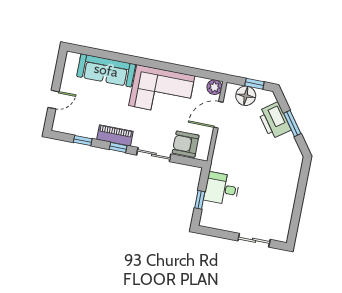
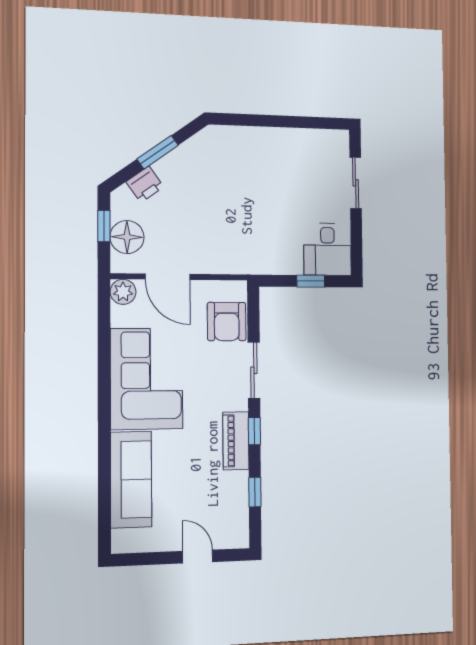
printer: (274, 120) -> (145, 184), width x0.53, depth x0.68
desk: (222, 189) -> (327, 249), moved

